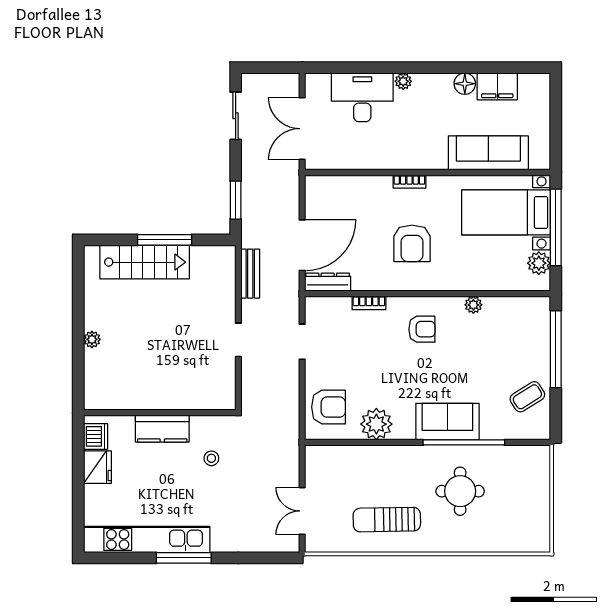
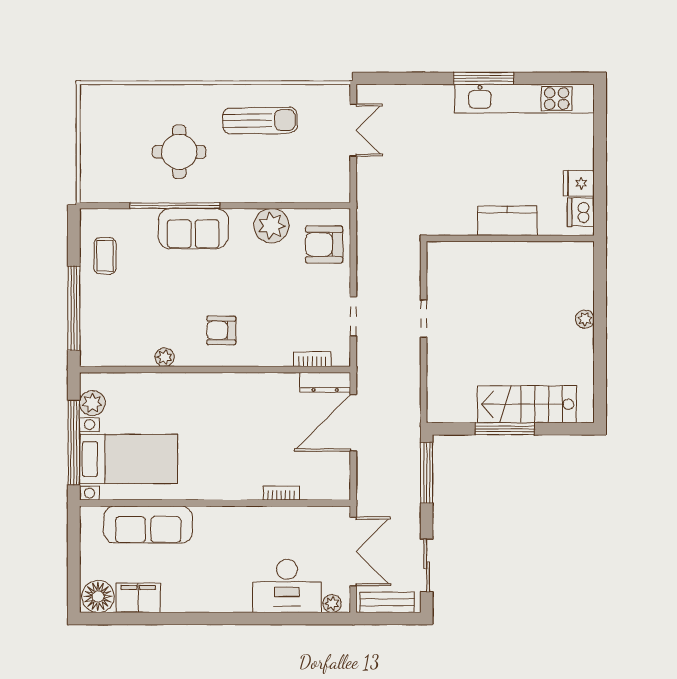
plant: (403, 81) -> (332, 604), moved
floor lamp: (465, 84) -> (98, 596), moved, width x1.38, depth x1.38
bookcase: (409, 182) -> (281, 493), moved
window: (236, 200) -> (427, 473), width x1.44
armchair: (412, 243) -> (232, 425), removed
bench: (250, 274) -> (387, 602), moved, turned 90
bookcase: (369, 303) -> (312, 359), moved
coffee table: (527, 397) -> (105, 256), turned -58
stool: (211, 458) -> (453, 188), removed
fridge: (98, 467) -> (579, 183), width x0.72

